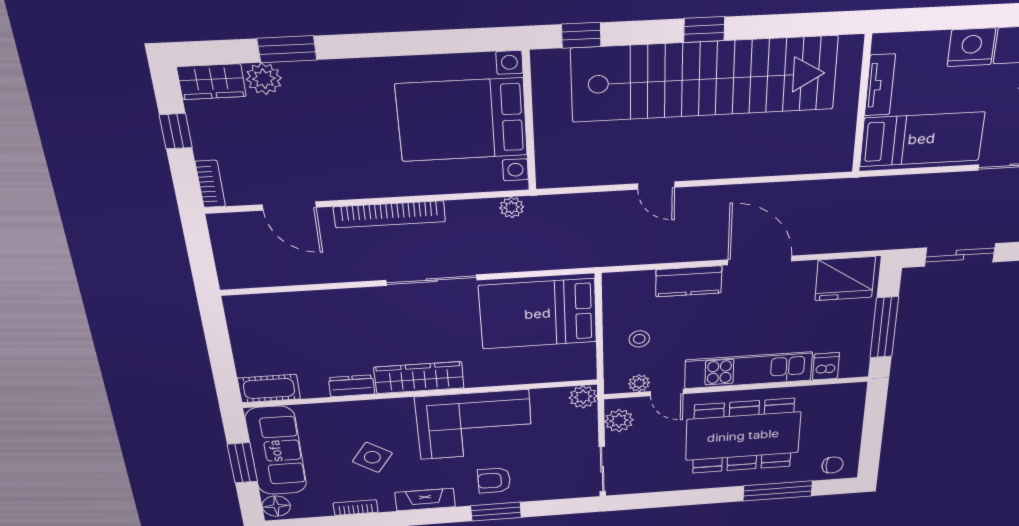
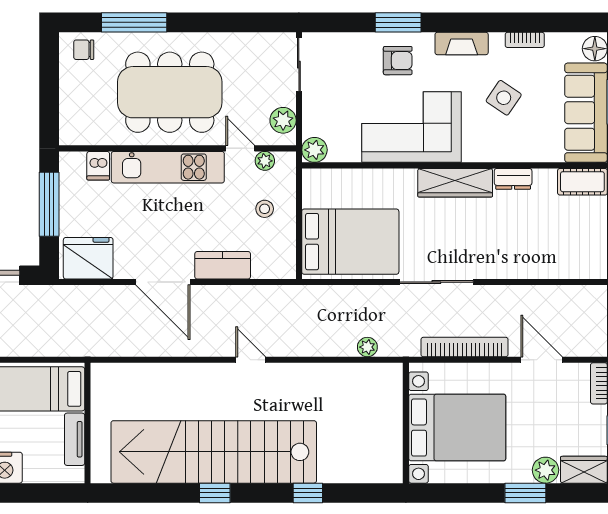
bed with nightstands: (462, 120) -> (457, 428), moved
wall: (529, 122) -> (406, 423), moved

